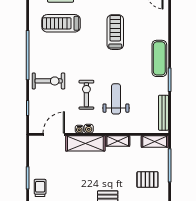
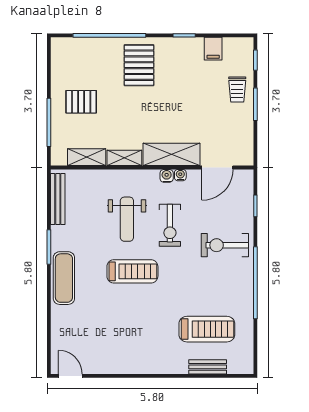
treadmill: (115, 32) -> (132, 271), moved, turned -90
shelving: (155, 142) -> (87, 157), moved

